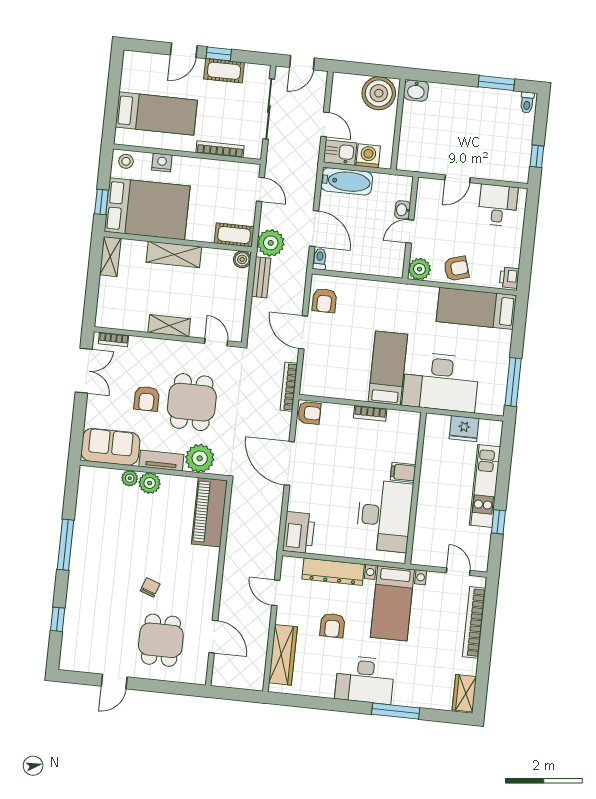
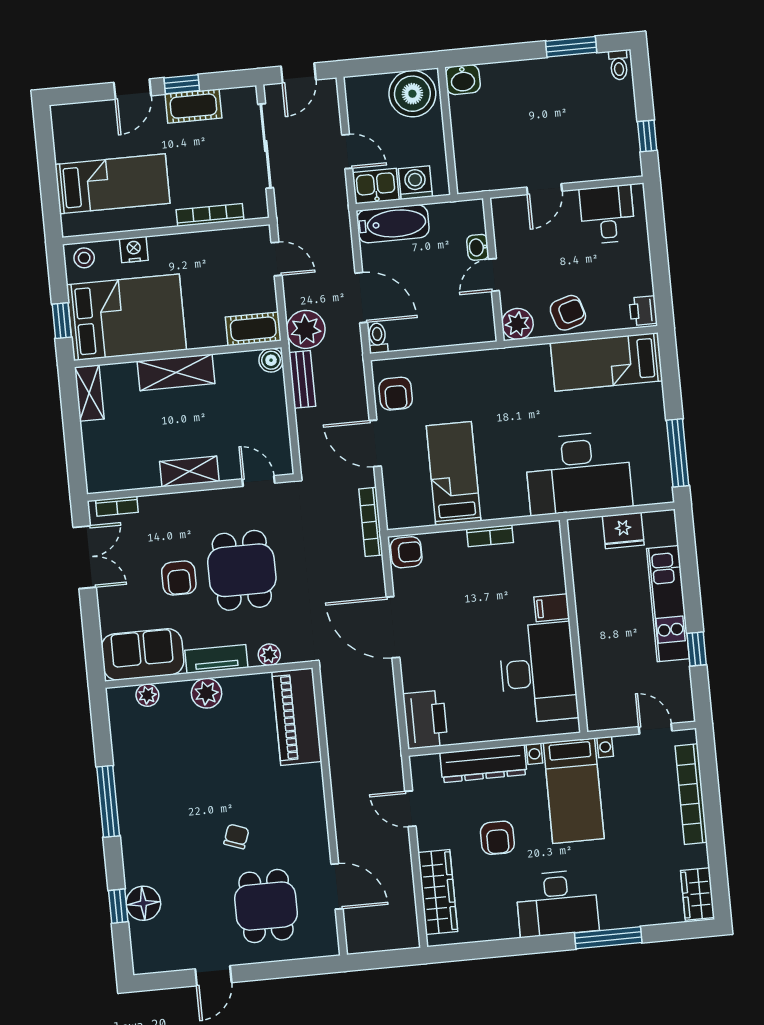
bed: (388, 368) -> (454, 473), moved
plant: (200, 458) -> (269, 655), width x0.53, depth x0.53
plant: (130, 478) -> (147, 695), moved
floor lamp: (76, 621) -> (143, 903), added

